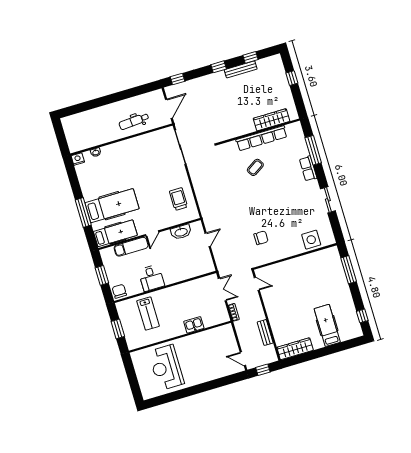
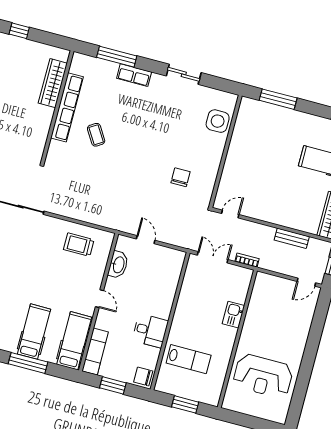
hospital bed: (112, 206) -> (34, 332), width x0.73, depth x0.78
exam couch: (131, 247) -> (95, 352), moved

